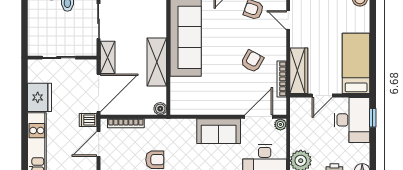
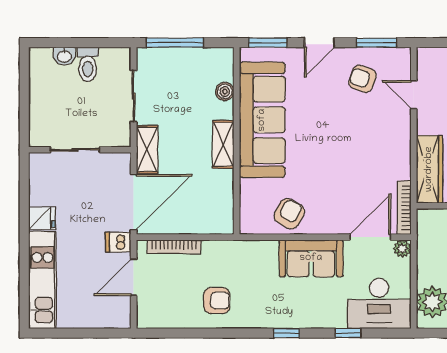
armchair: (252, 61) -> (289, 214), moved
shelving: (157, 62) -> (223, 144), width x0.67, depth x0.75
bookcase: (282, 79) -> (404, 208), moved
fridge: (40, 97) -> (42, 218), width x0.53, depth x0.75
boiler: (160, 109) -> (225, 92), moved

